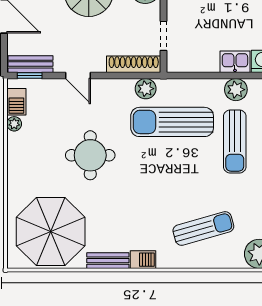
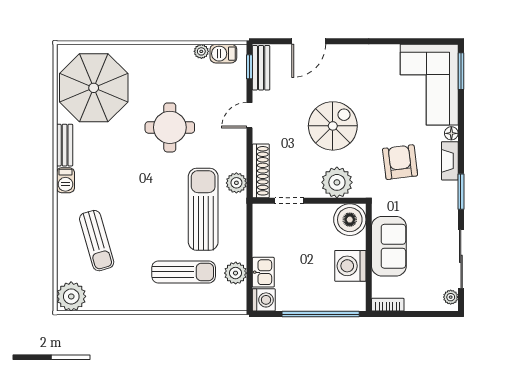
sun lounger: (235, 141) -> (184, 272), turned 180

